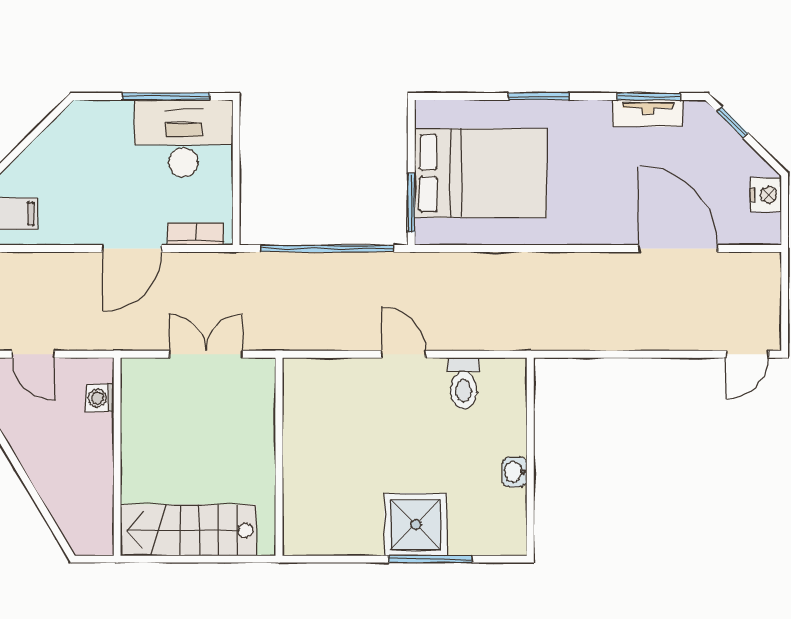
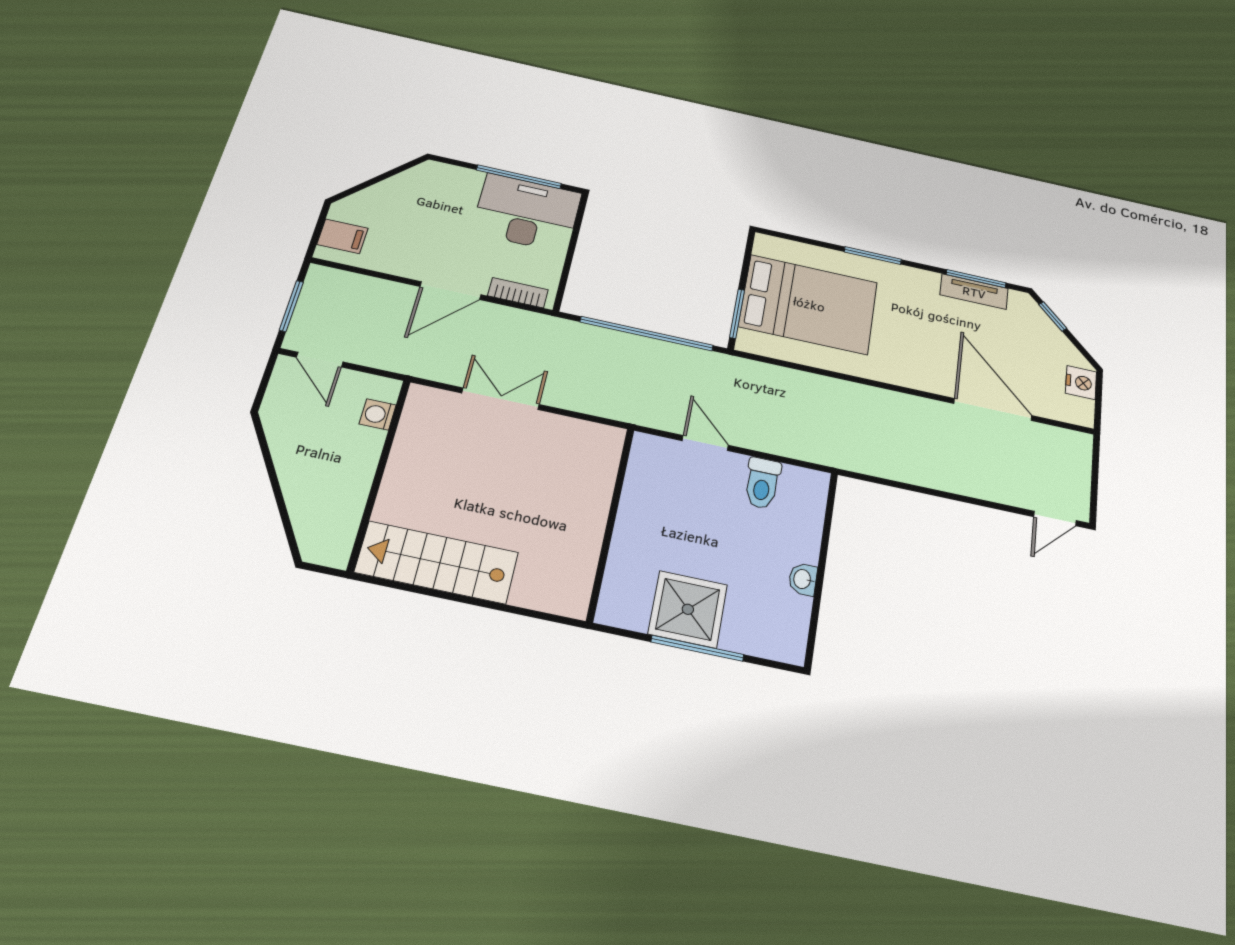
wall: (279, 457) -> (611, 523), moved

